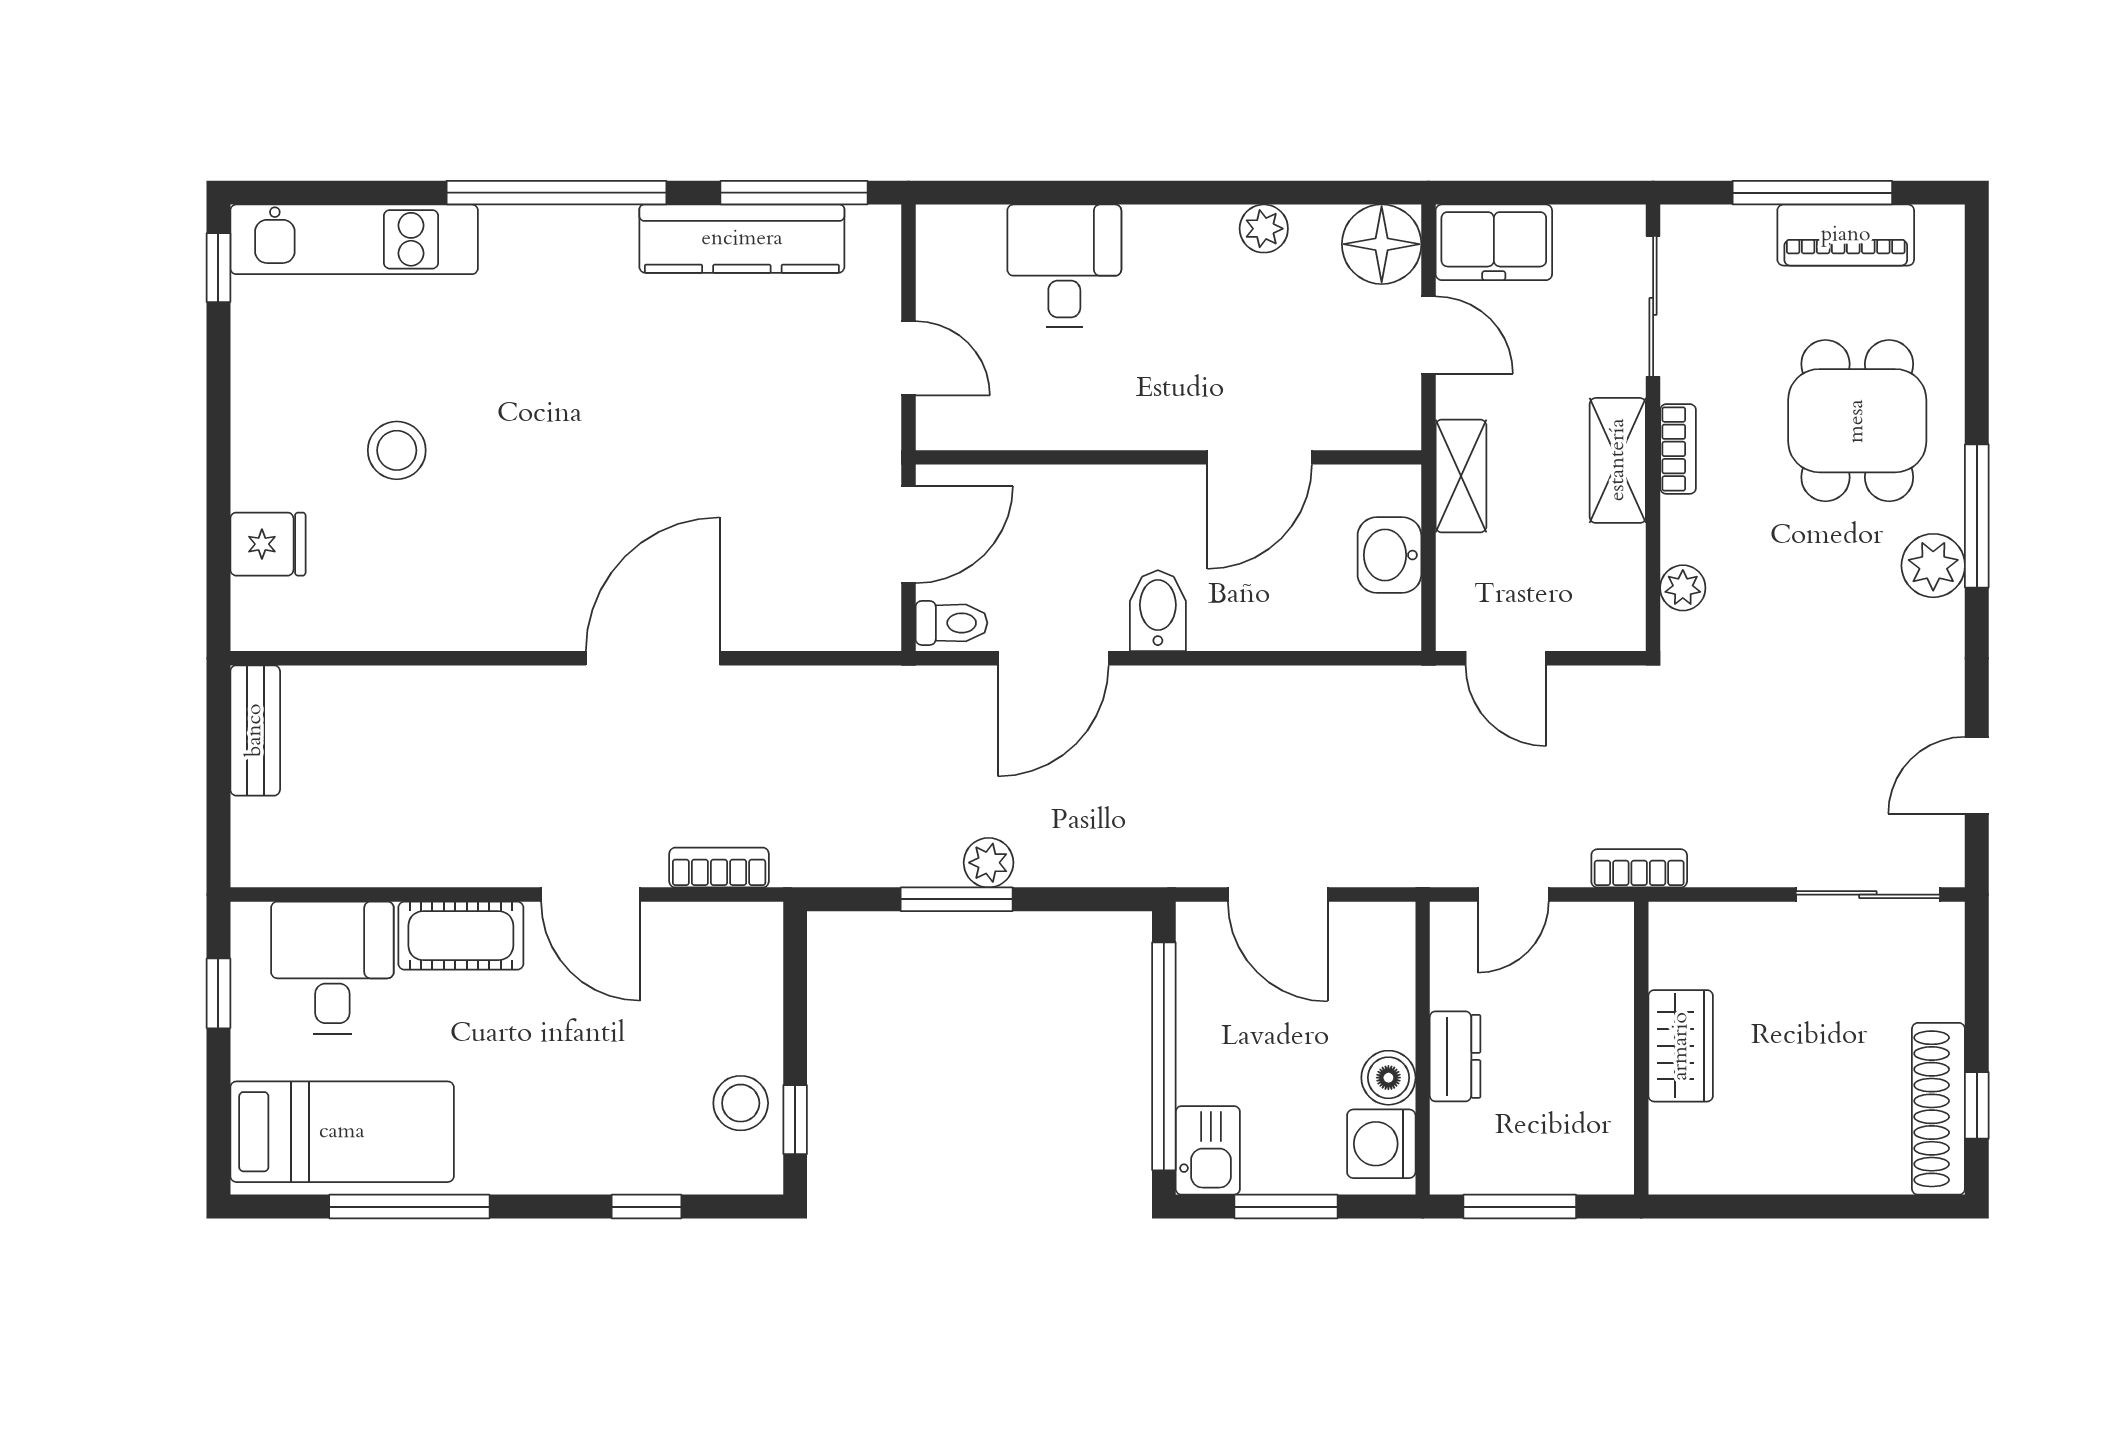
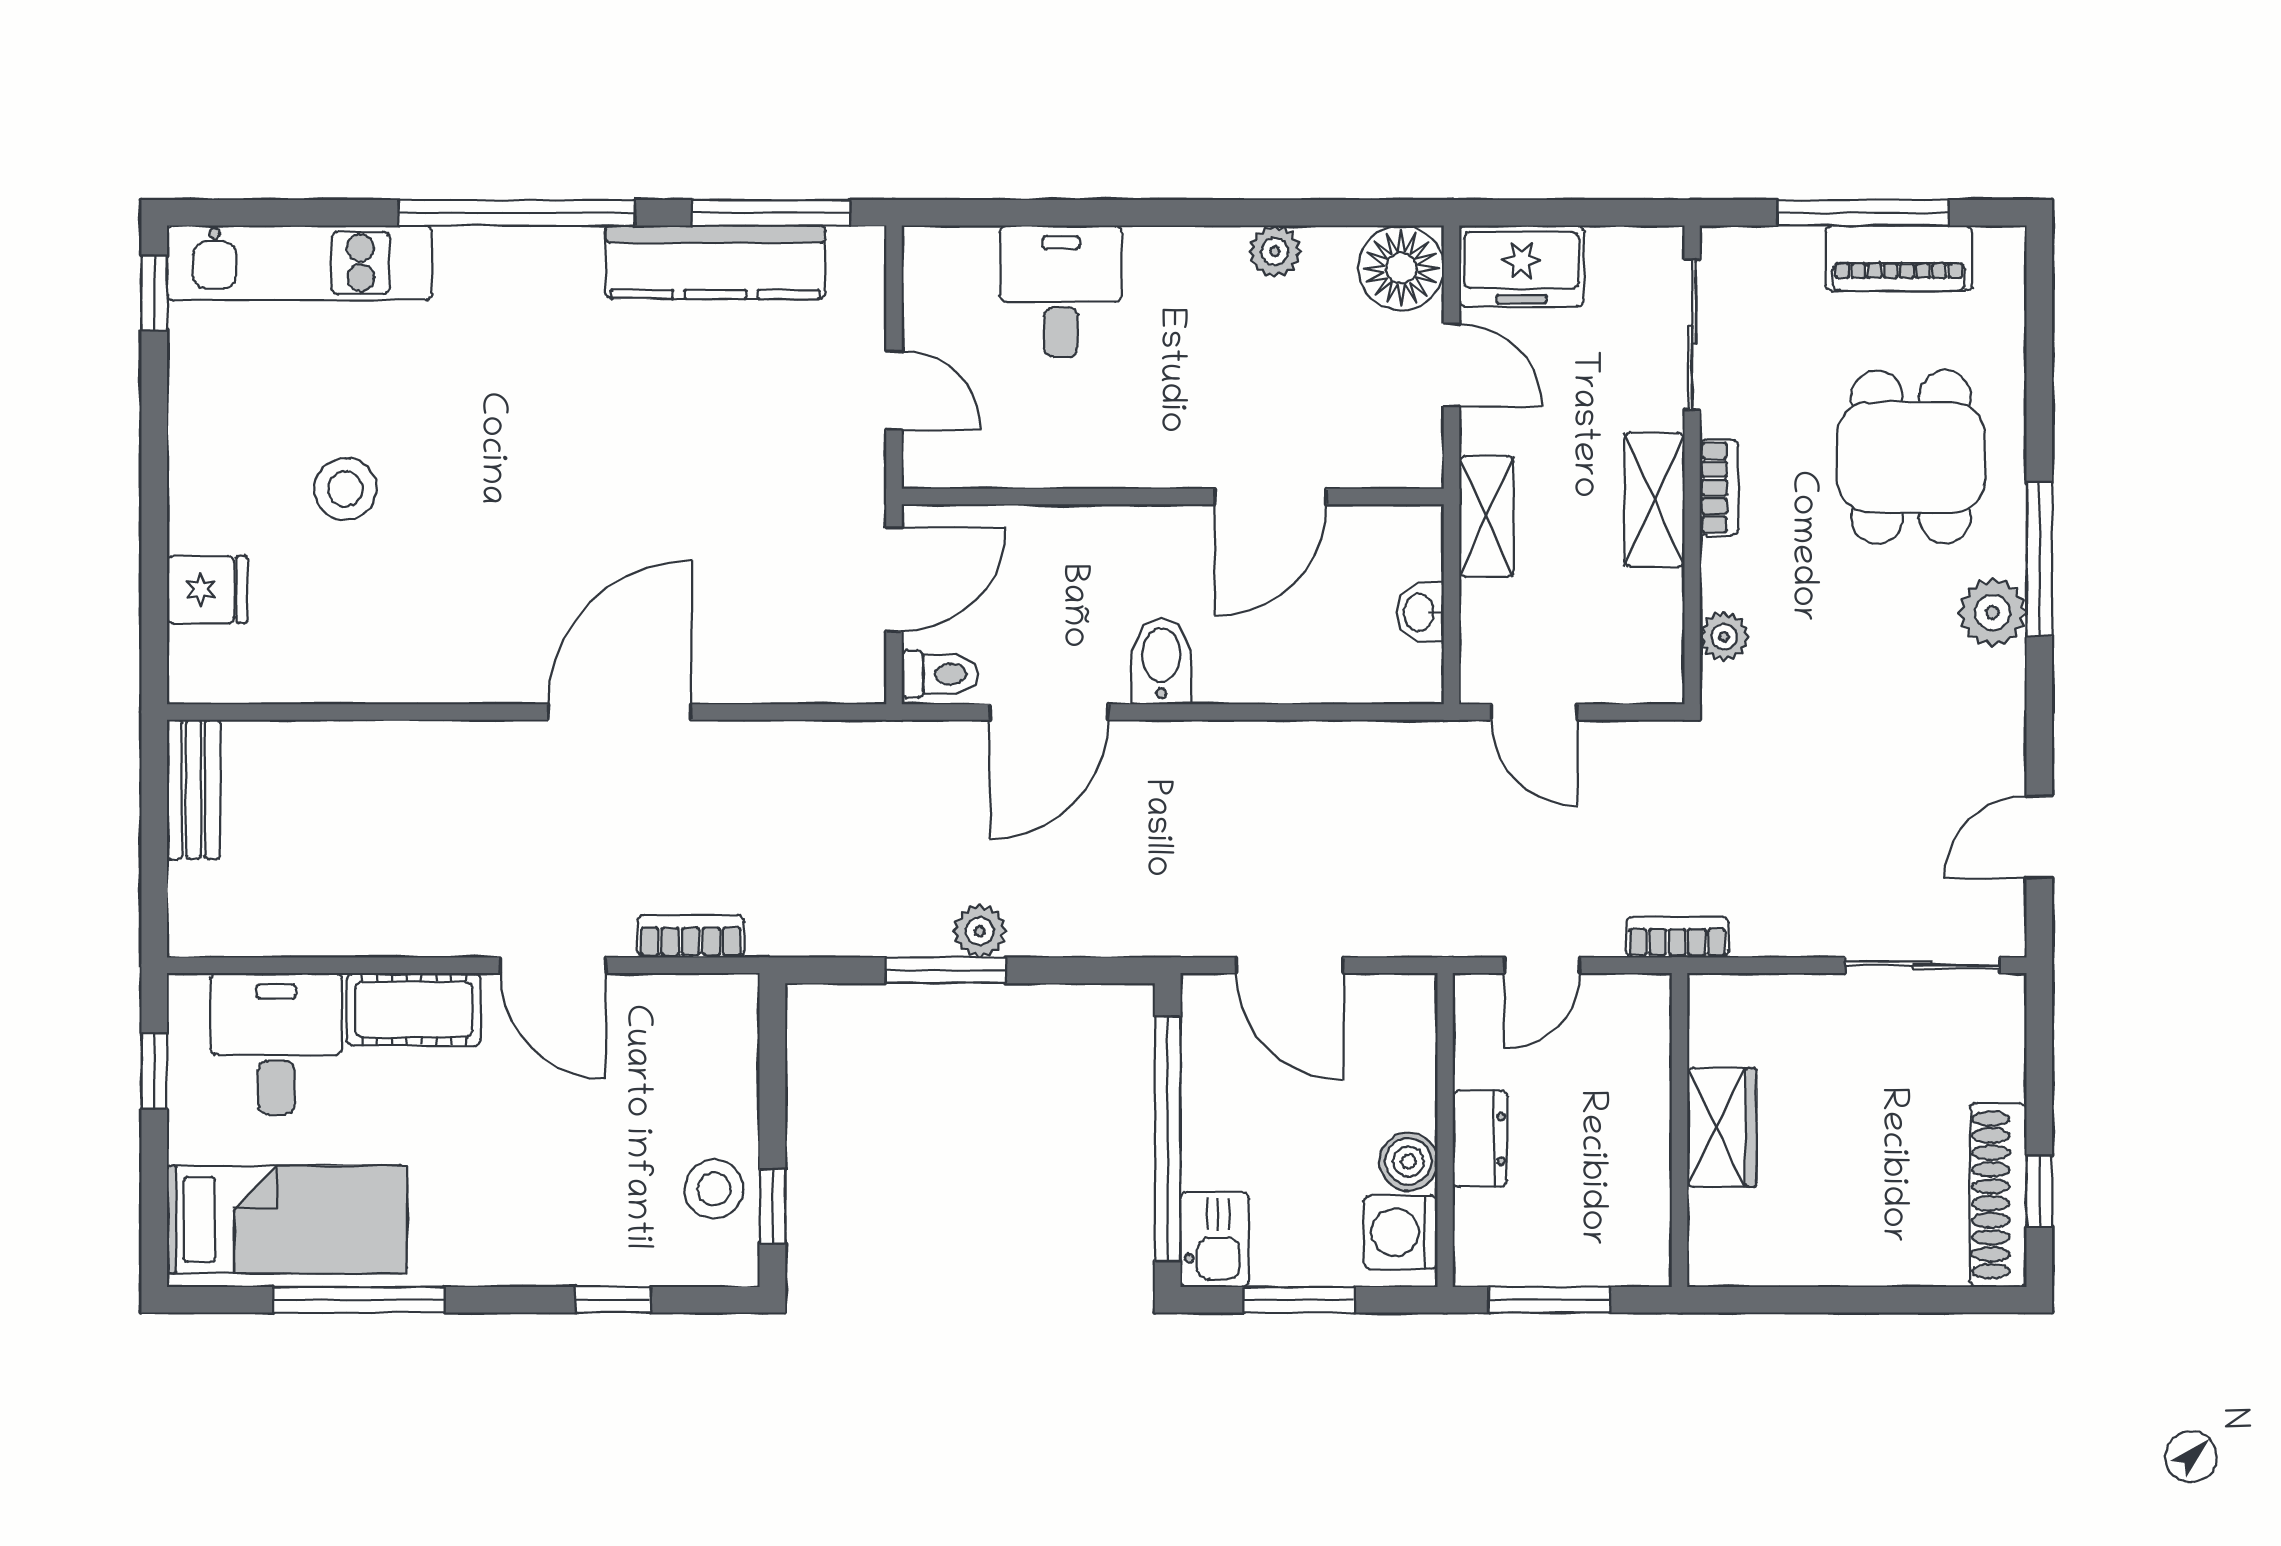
washbasin: (1389, 555) -> (1420, 612), width x0.72, depth x0.69

